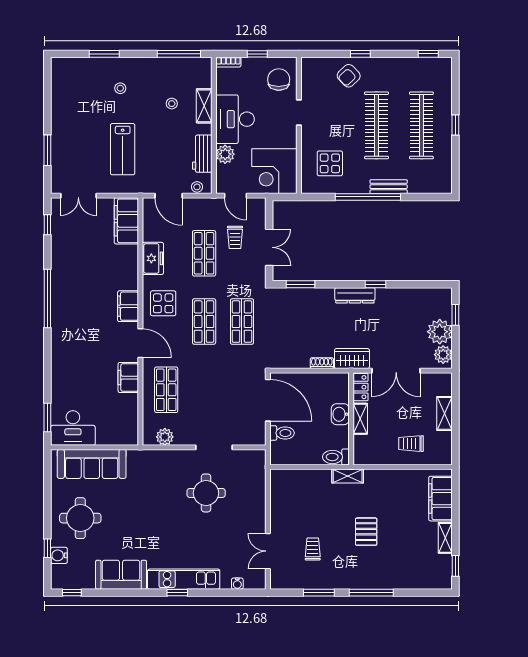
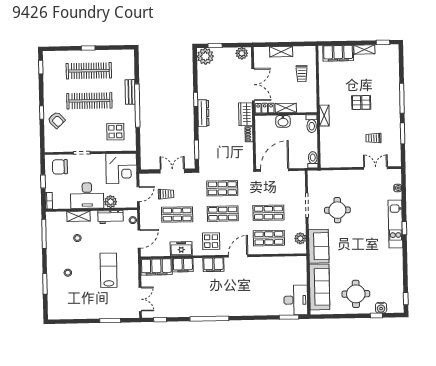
lab bench: (123, 149) -> (109, 270), turned -90
plant: (440, 332) -> (205, 56), moved
filing cabinet: (128, 378) -> (183, 265), moved
shop shelf: (204, 390) -> (268, 213), added
toilet: (282, 433) -> (313, 160), moved
double door: (268, 551) -> (376, 168), swing flipped
sofa: (121, 575) -> (319, 246), moved, turned 180

